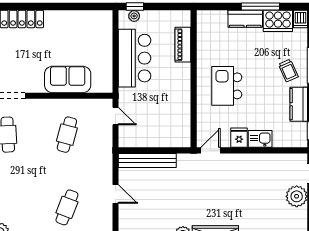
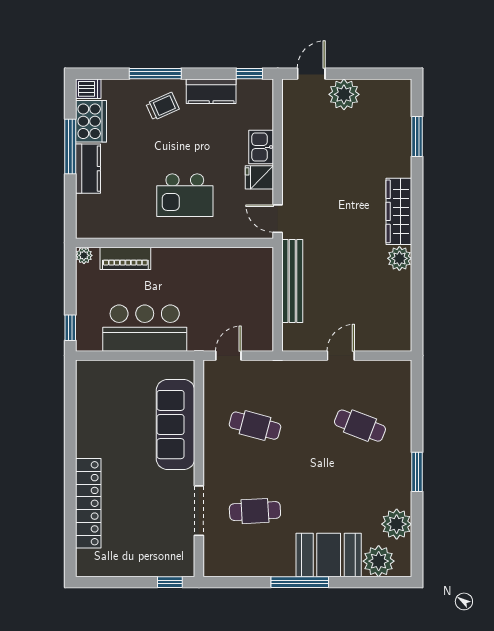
plant: (134, 16) -> (84, 255), moved
sofa: (68, 79) -> (176, 425), width x1.36
bench: (147, 160) -> (292, 281), moved

